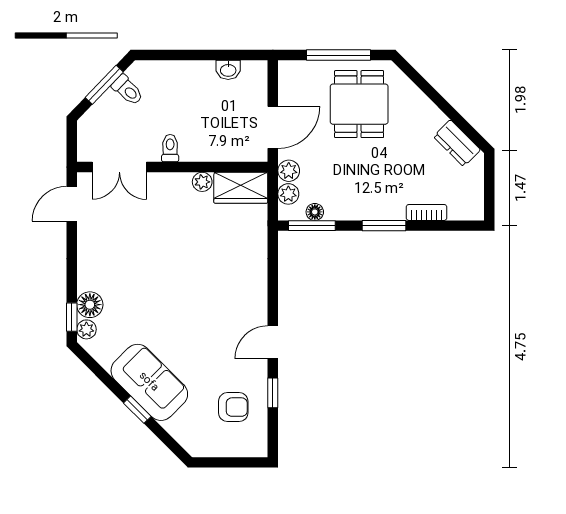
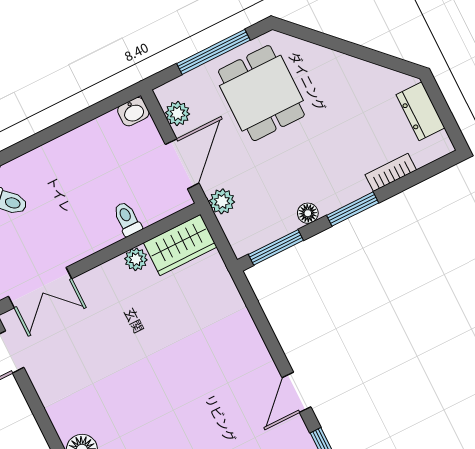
washbasin: (228, 70) -> (133, 112), moved
dresser: (457, 143) -> (421, 111), moved, turned 45
toilet: (170, 148) -> (127, 219), moved
plant: (288, 194) -> (178, 113), moved
floor lamp: (315, 212) -> (308, 213), moved

